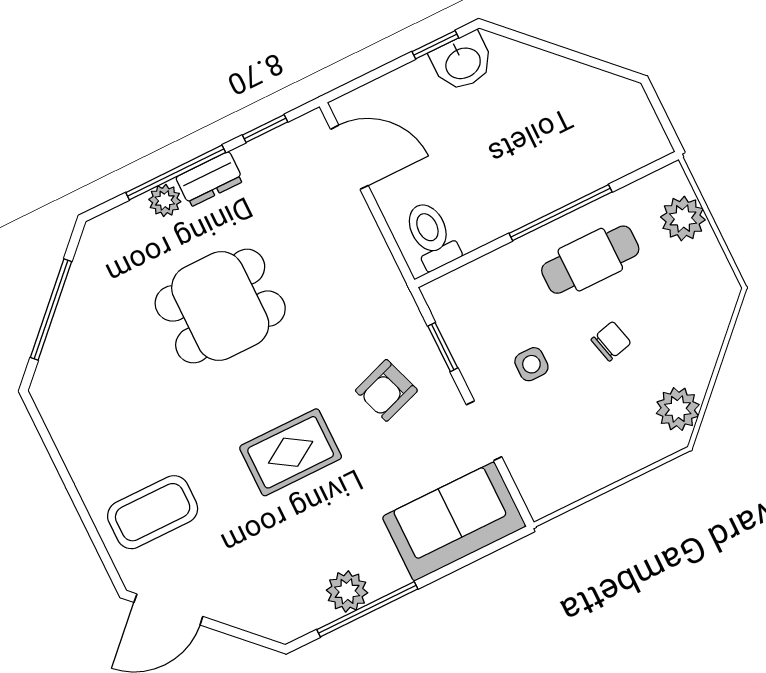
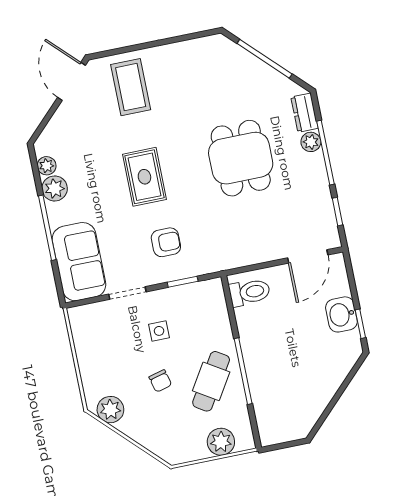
washbasin: (462, 62) -> (341, 314), moved
dresser: (210, 179) -> (304, 113), moved
cafe table: (590, 260) -> (211, 381), turned 32
armchair: (386, 390) -> (166, 242), turned 109
window: (367, 609) -> (47, 228), moved
plant: (314, 614) -> (47, 166), added

